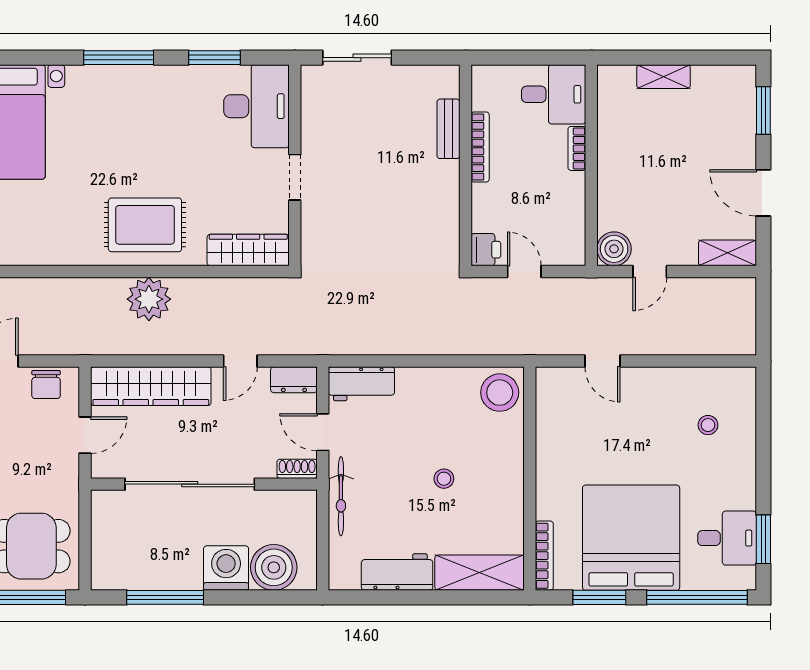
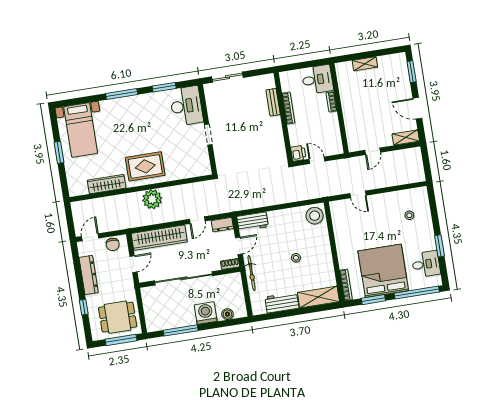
boiler: (614, 249) -> (355, 144), removed
wardrobe: (248, 250) -> (107, 184), moved
door: (323, 432) -> (239, 246), swing flipped
window: (763, 539) -> (439, 246), moved
boiler: (274, 567) -> (227, 314), width x0.54, depth x0.54

